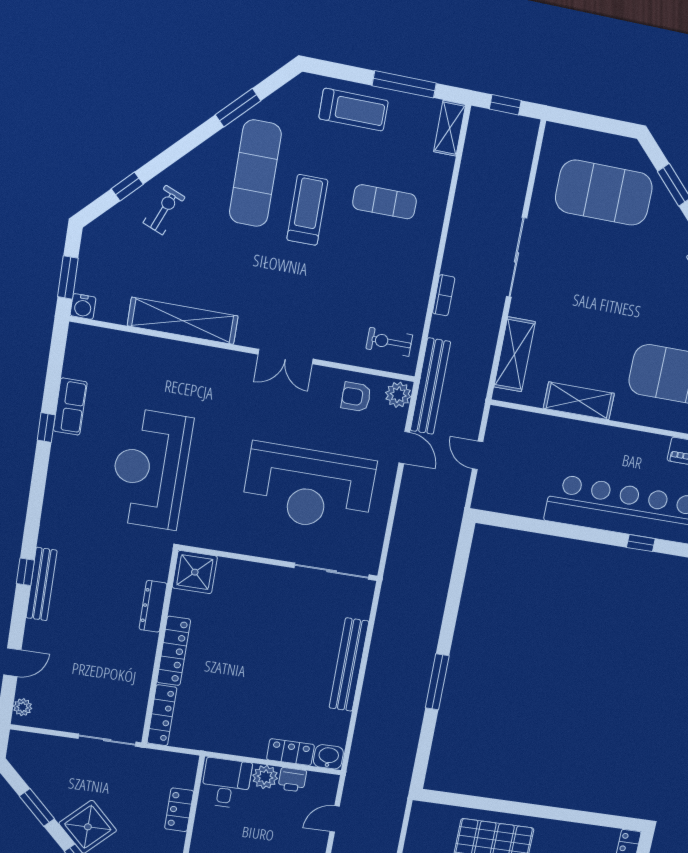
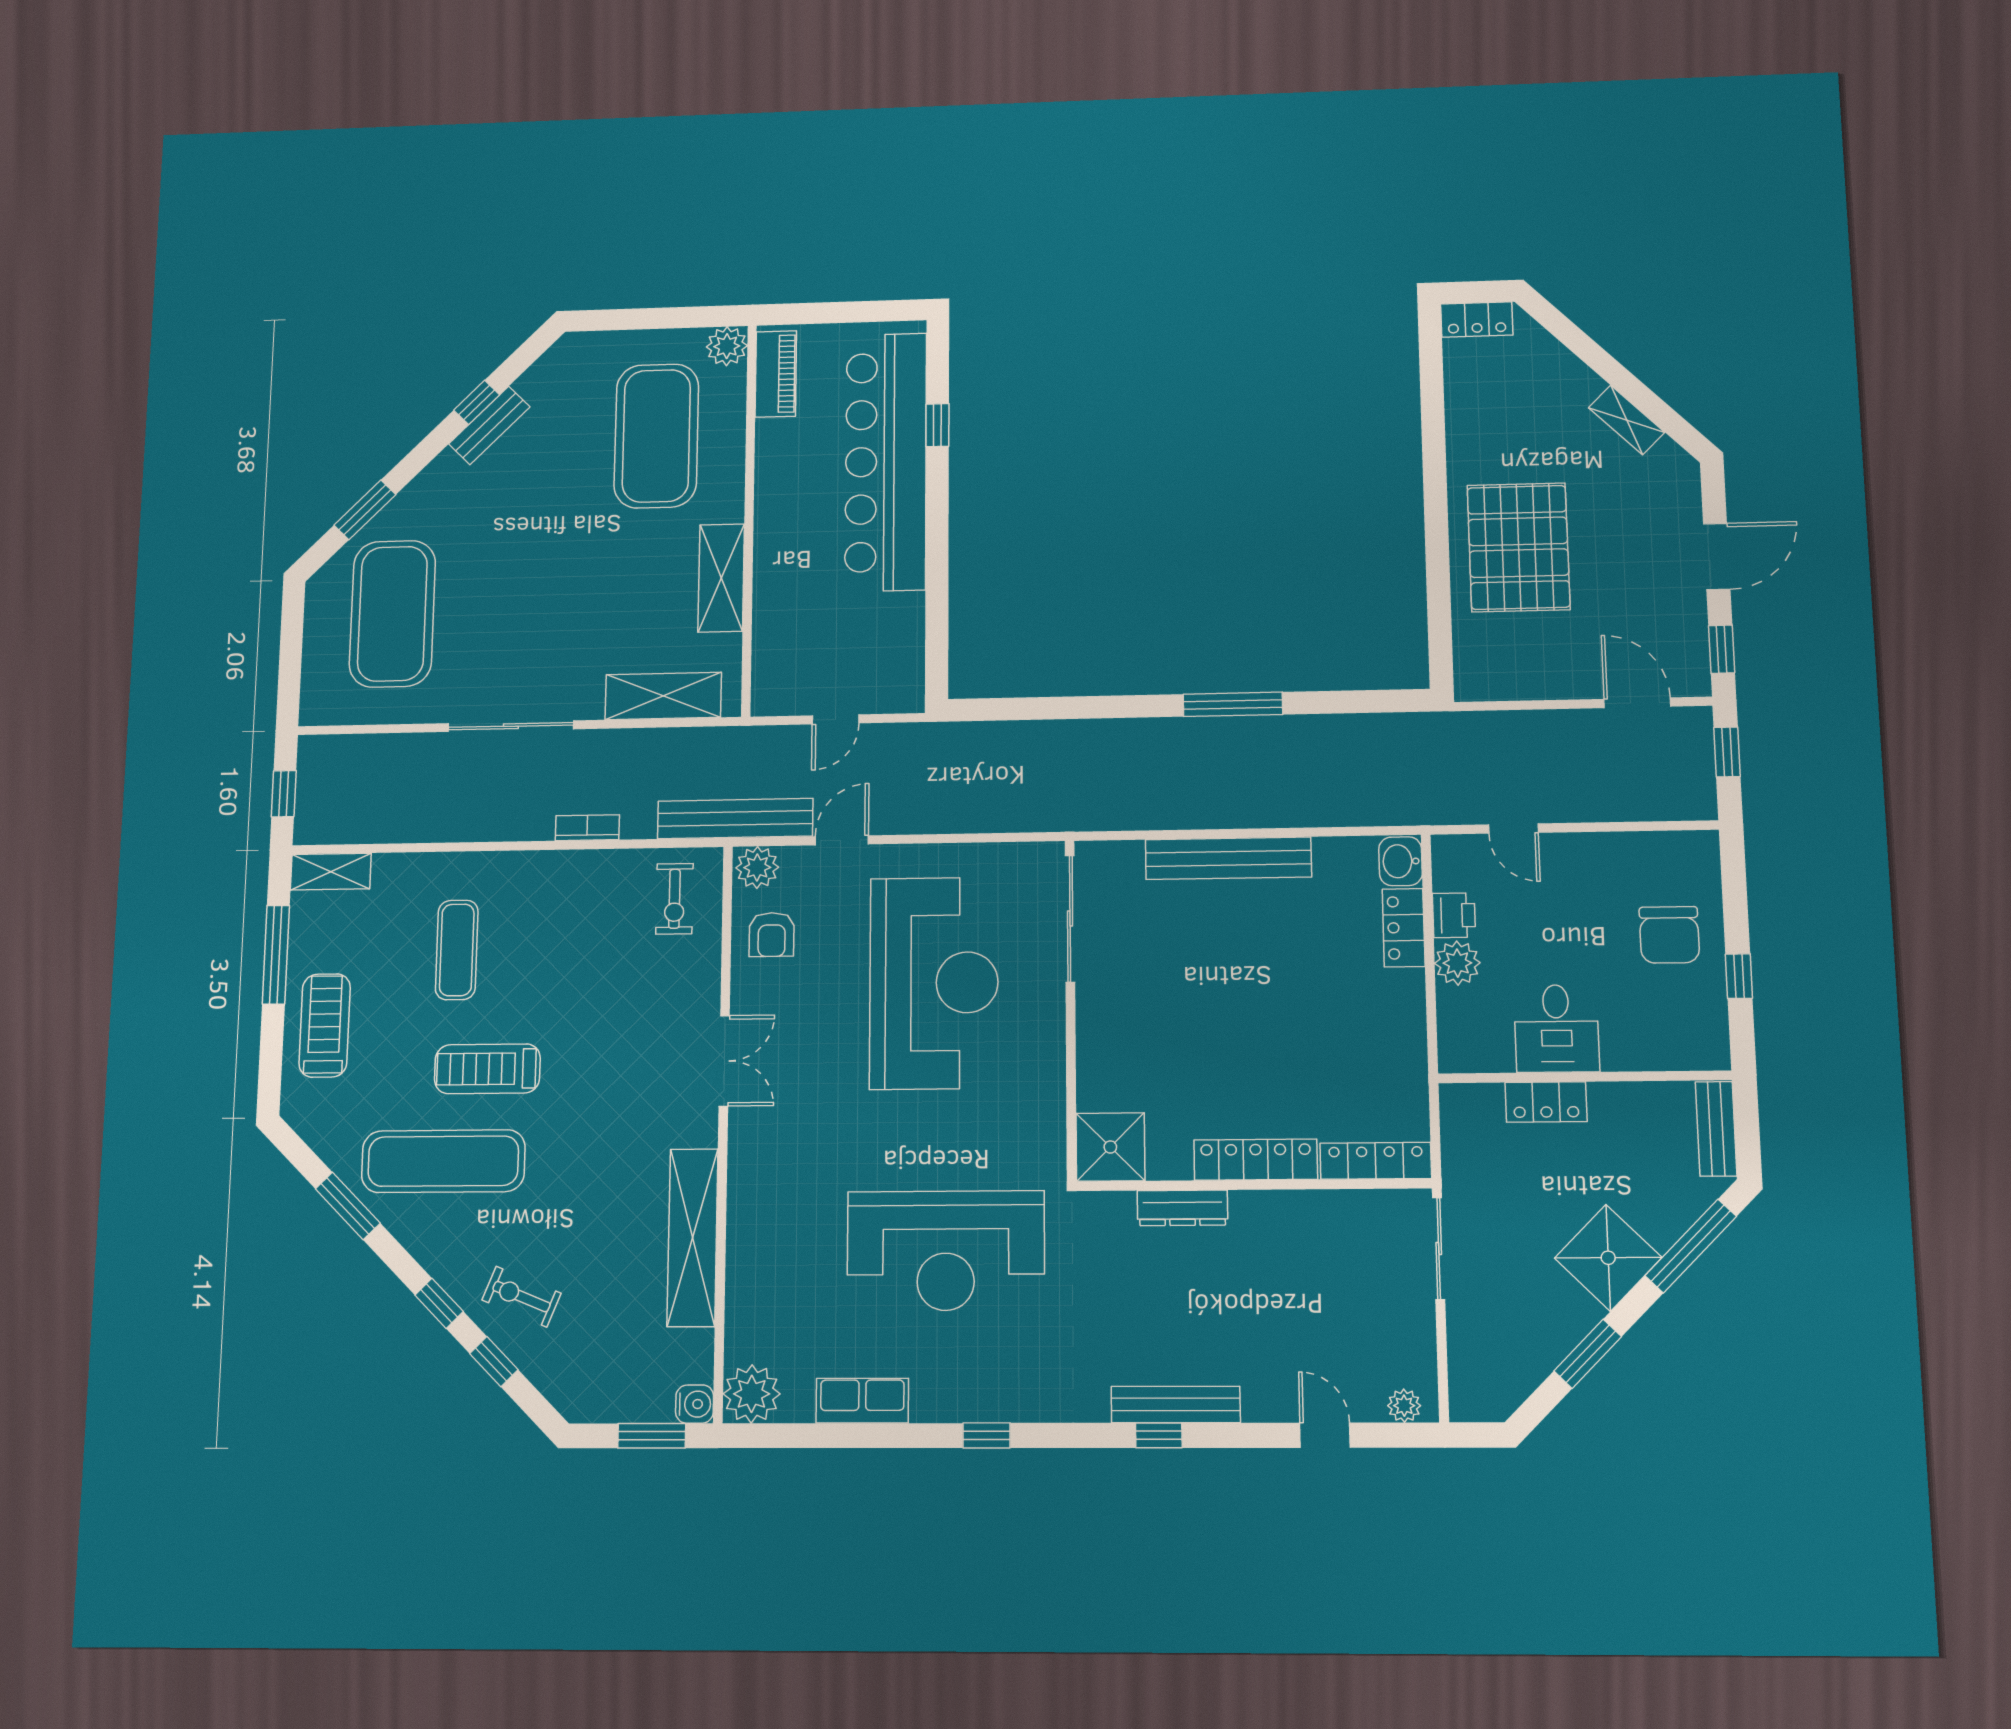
window: (168, 157) -> (439, 1303), added
plant: (84, 342) -> (752, 1394), added
window: (46, 427) -> (987, 1435), moved
desk: (226, 783) -> (1557, 1028), moved, turned -90

